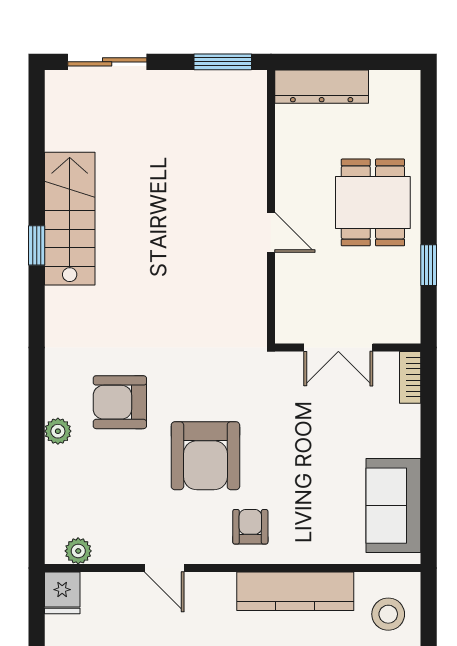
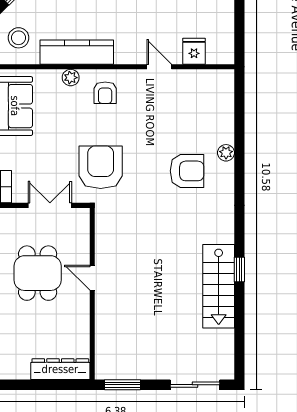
dining table: (373, 202) -> (38, 273), moved
armchair: (205, 456) -> (101, 167), moved
plant: (78, 551) -> (71, 78), moved
fridge: (62, 593) -> (194, 51), moved

